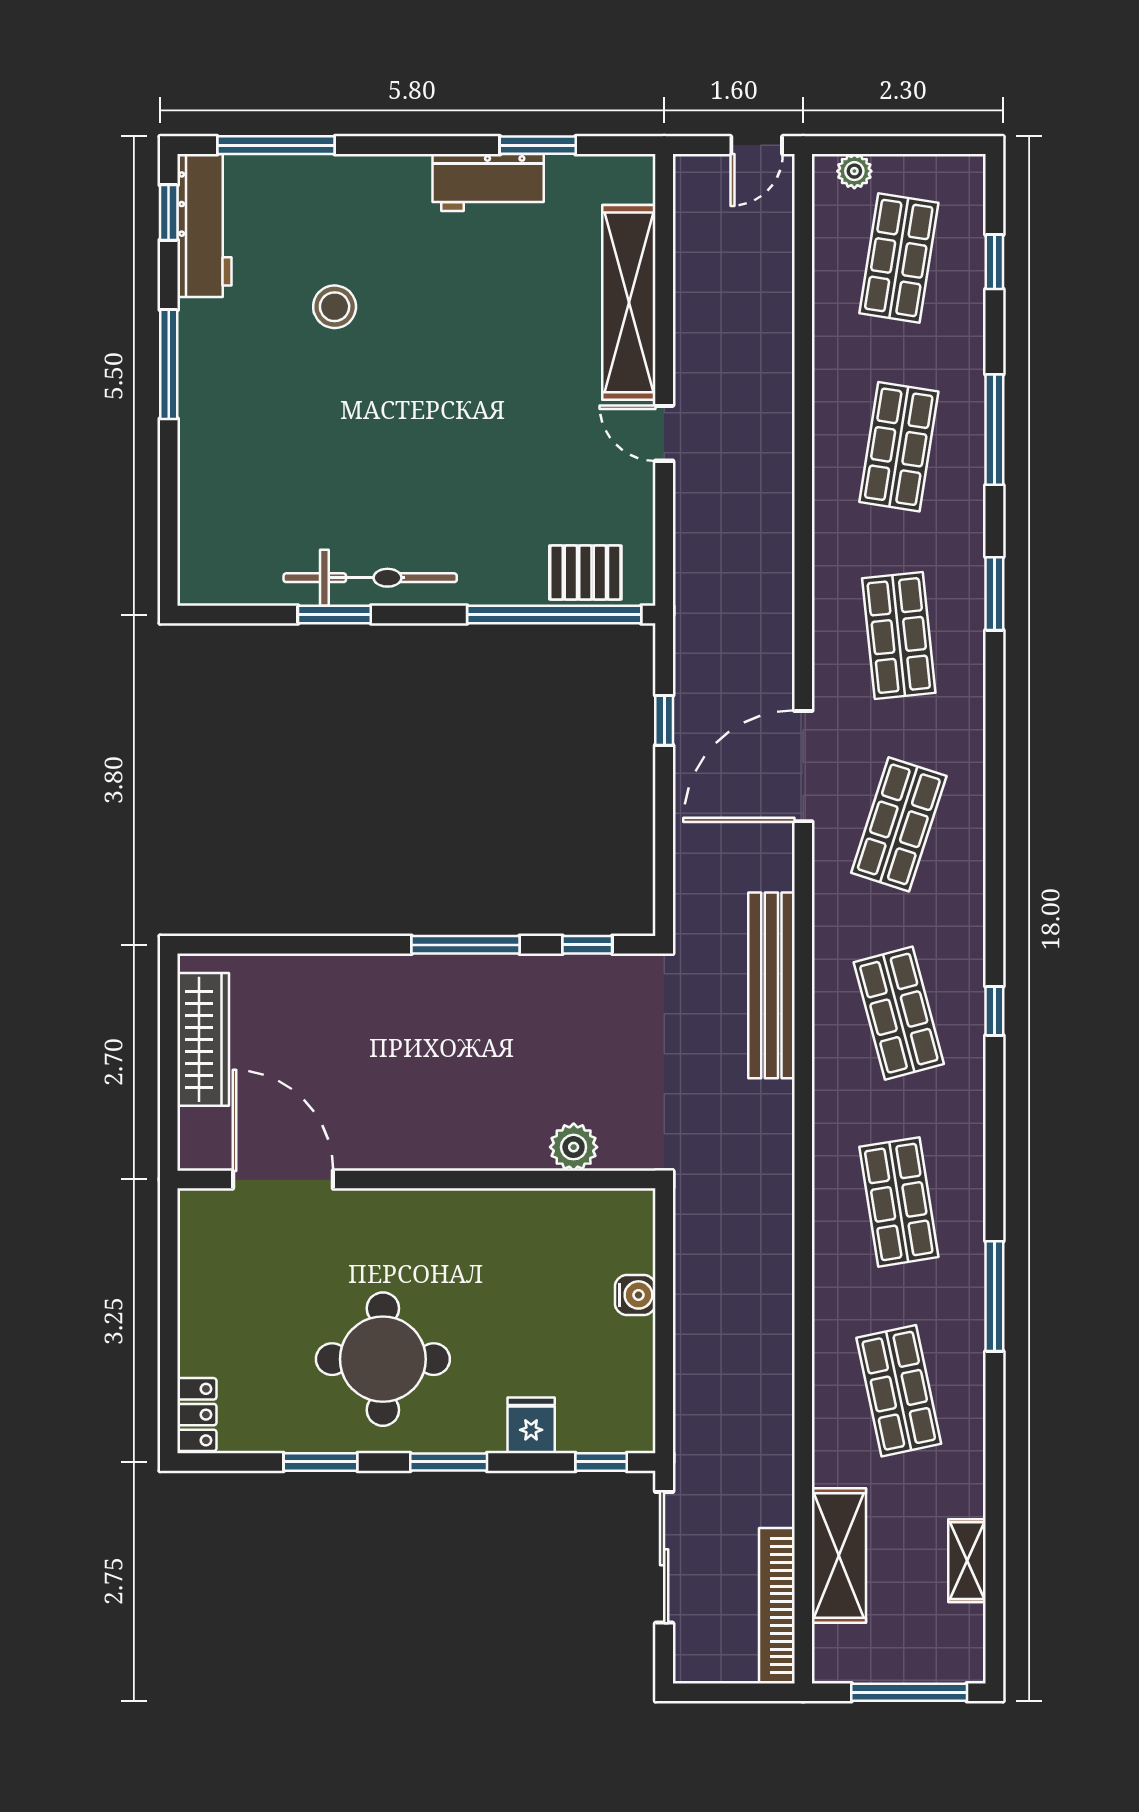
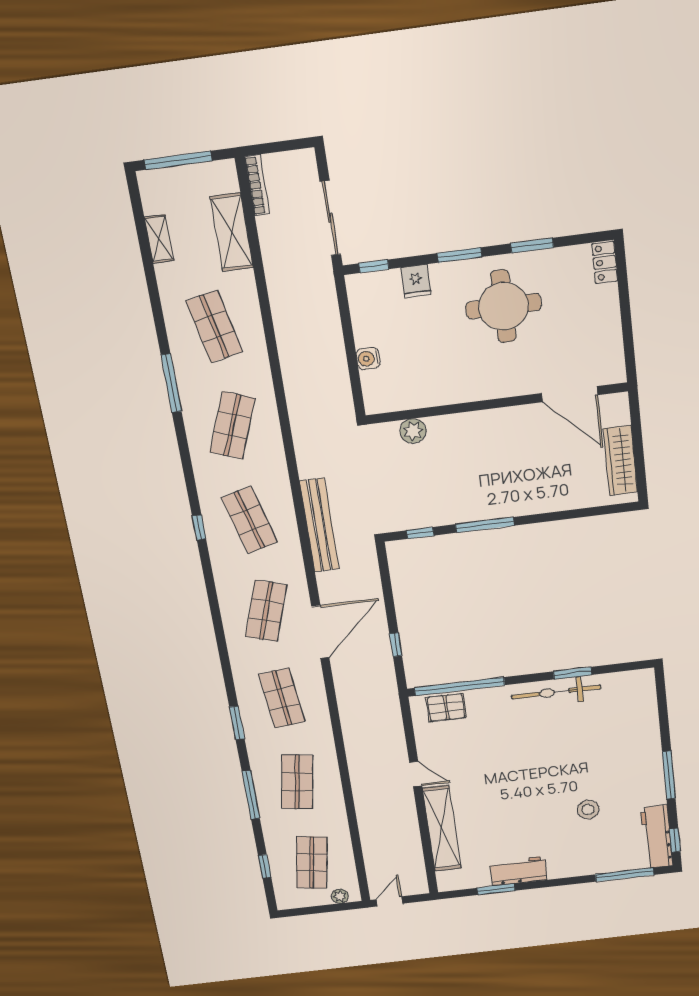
shop shelf: (899, 1202) -> (232, 425), turned 30
bookcase: (777, 1606) -> (257, 185), width x0.68, depth x0.76

